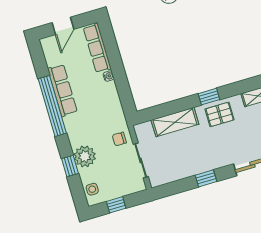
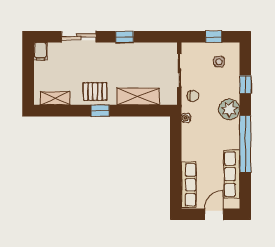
water cooler: (109, 76) -> (186, 118), moved
row of seats: (62, 90) -> (232, 174), moved
plant: (85, 156) -> (229, 109), moved
side table: (92, 189) -> (219, 62), moved

